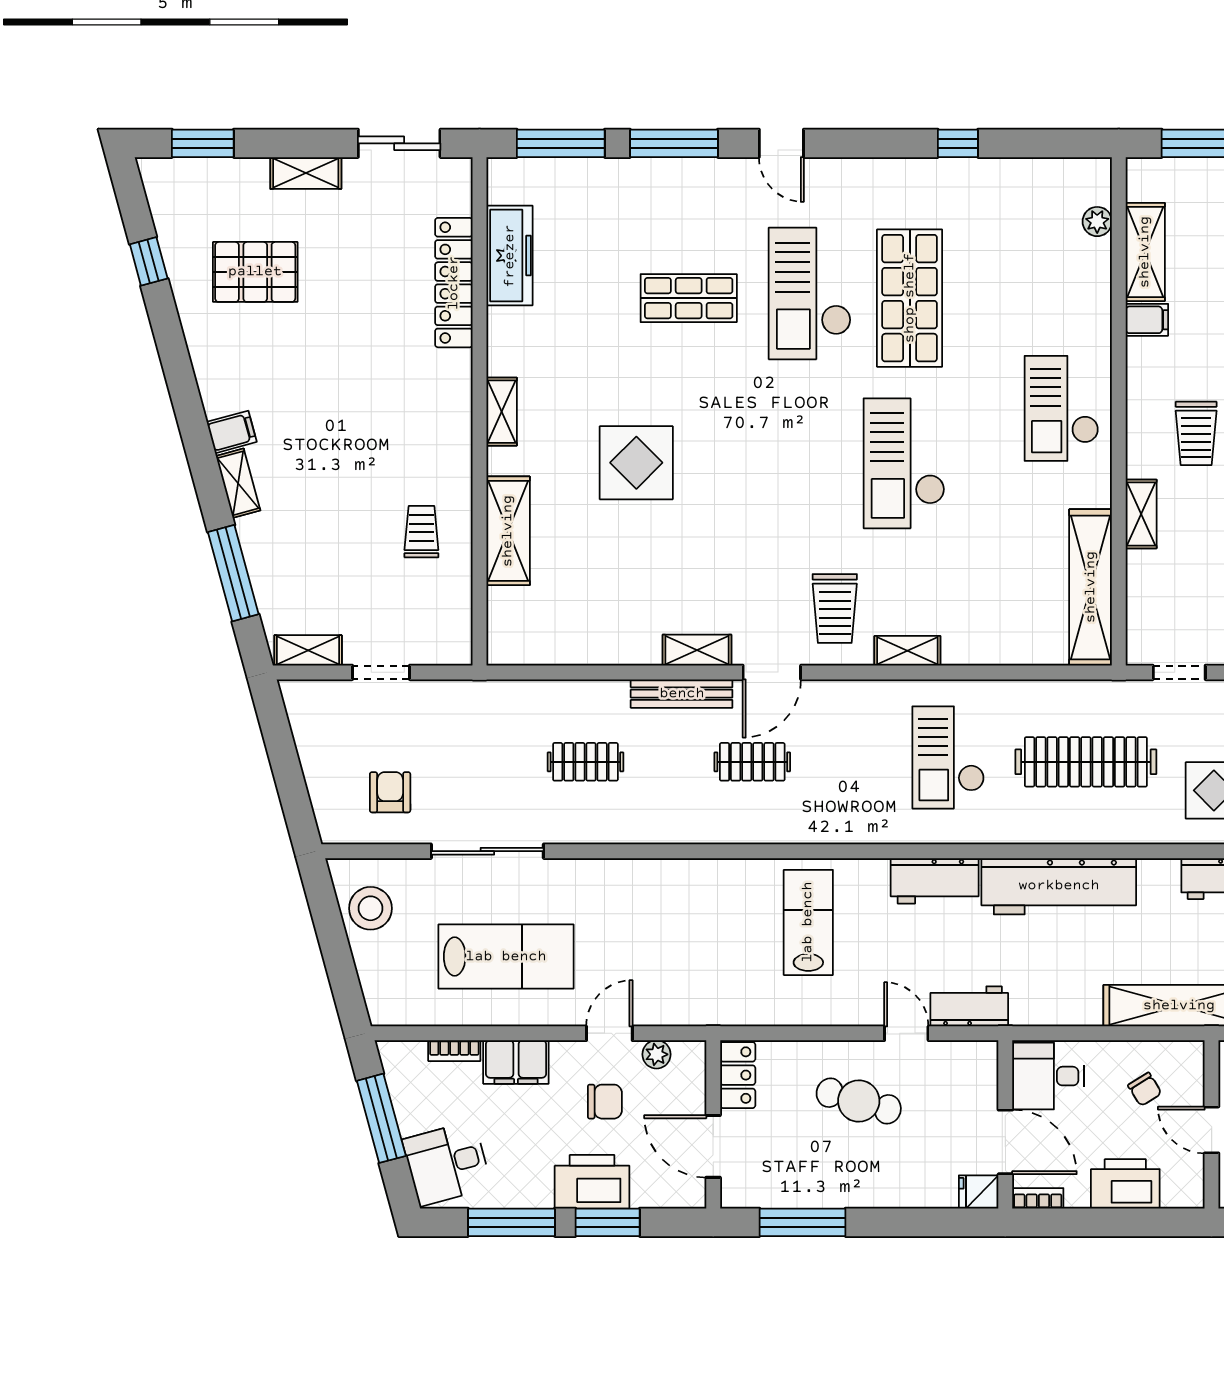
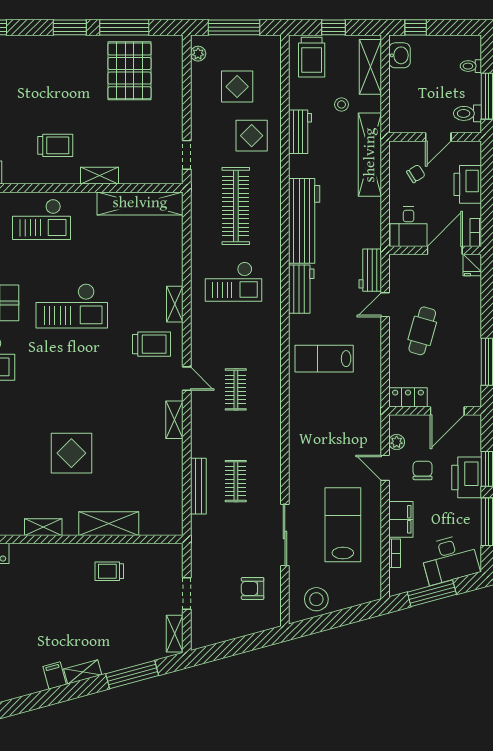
door: (772, 672) -> (187, 379), width x0.73
bench: (682, 694) -> (198, 486), moved
desk: (447, 1163) -> (450, 559), width x1.37

